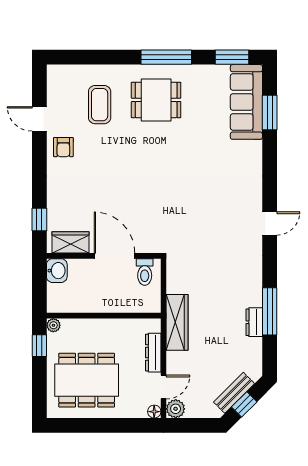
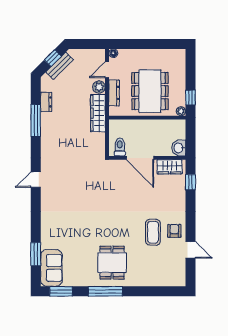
dining table: (156, 100) -> (112, 263), turned 90
sofa: (246, 102) -> (51, 268), width x0.73
coffee table: (100, 105) -> (153, 232), moved
dresser: (254, 322) -> (46, 102), moved
dining table: (87, 380) -> (150, 91), moved, turned 90
plant: (176, 409) -> (99, 87), moved

